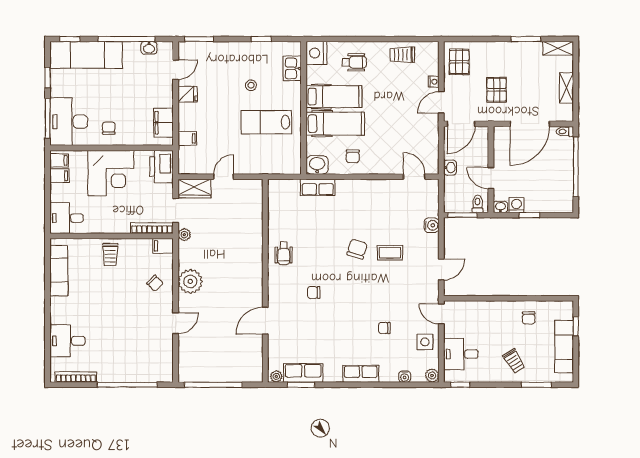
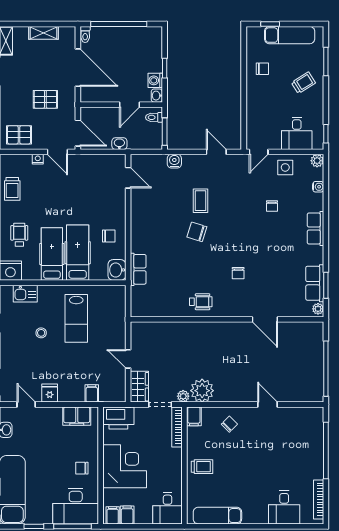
door: (414, 177) -> (128, 178), swing flipped
plant: (190, 281) -> (202, 391), moved

